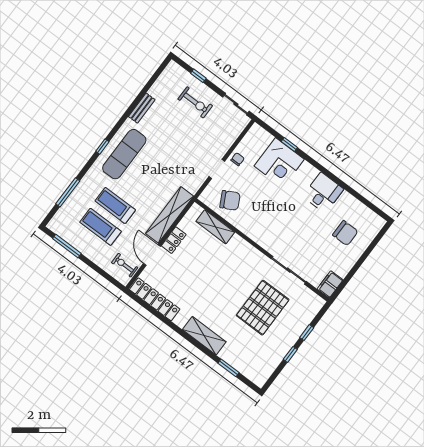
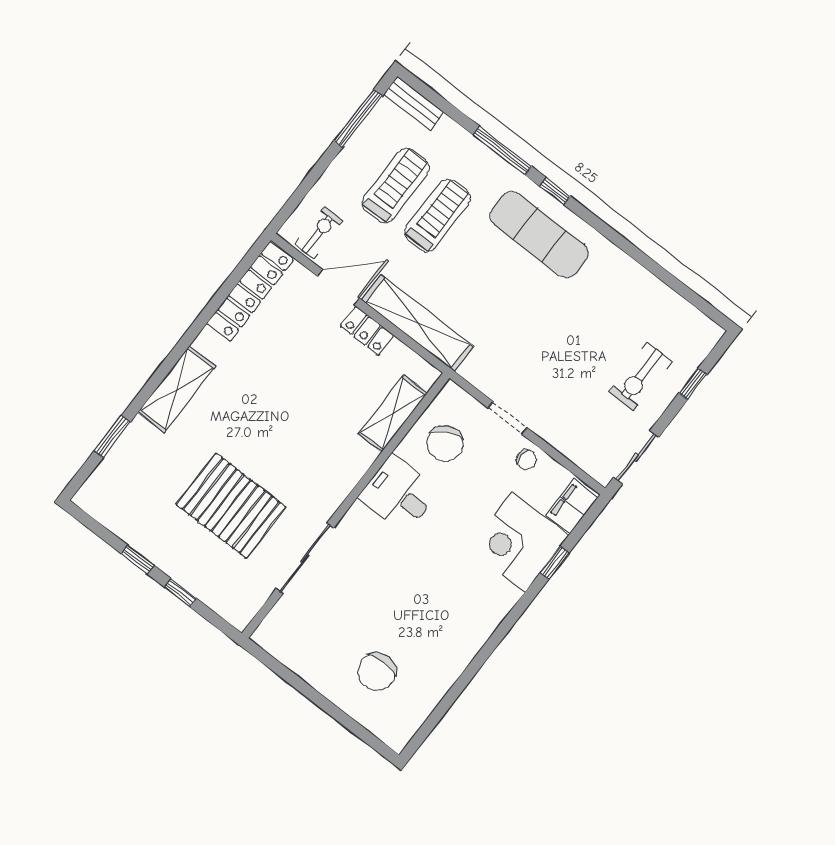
bench: (142, 108) -> (414, 103), moved
window: (68, 192) -> (502, 151), moved
desk: (323, 193) -> (399, 494), moved, turned 180
filing cabinet: (330, 284) -> (572, 506), moved, turned -90

